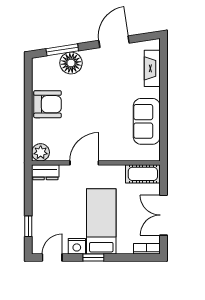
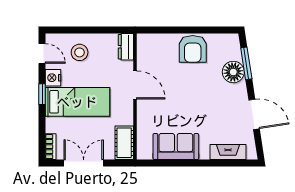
plant: (41, 152) -> (145, 42), removed
stool: (51, 219) -> (80, 52), added
window: (28, 226) -> (73, 30), removed

